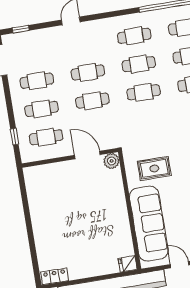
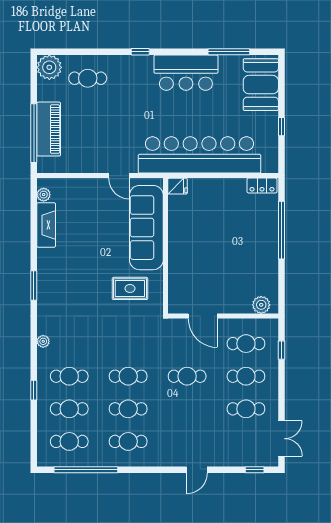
cafe table: (88, 72) -> (187, 409), removed
plant: (112, 161) -> (261, 305), moved
window: (31, 240) -> (281, 230), added

